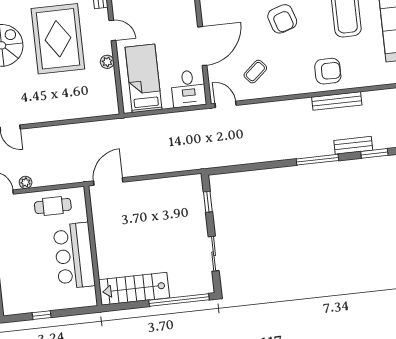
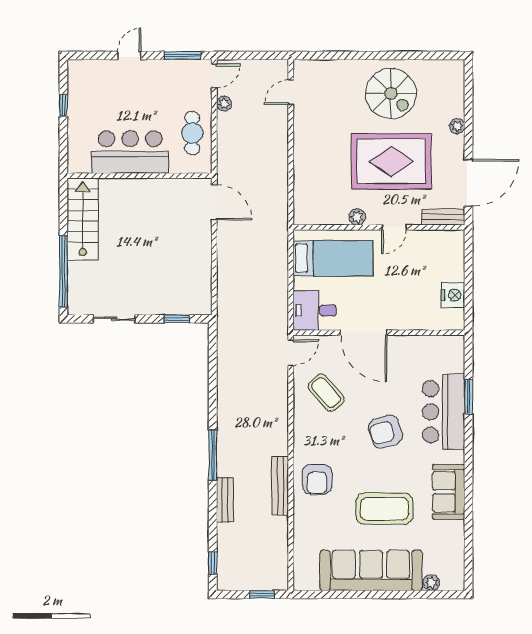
coffee table: (255, 72) -> (326, 393), width x1.36, depth x1.30
window: (374, 153) -> (213, 524), removed

